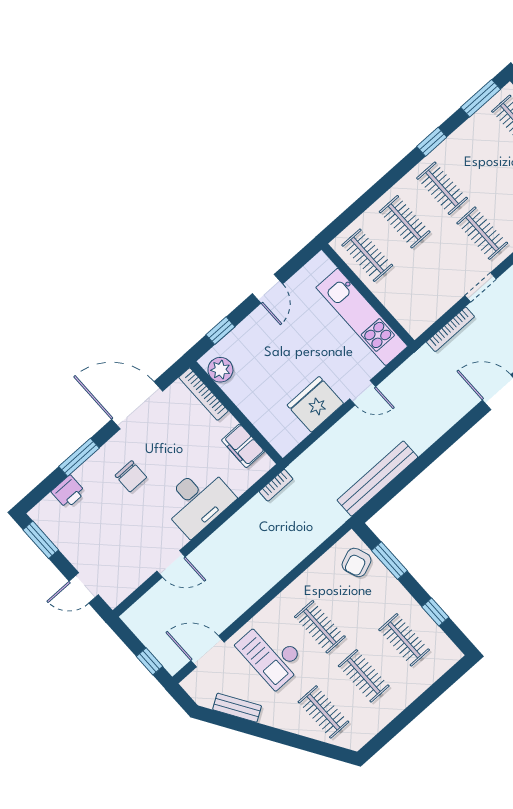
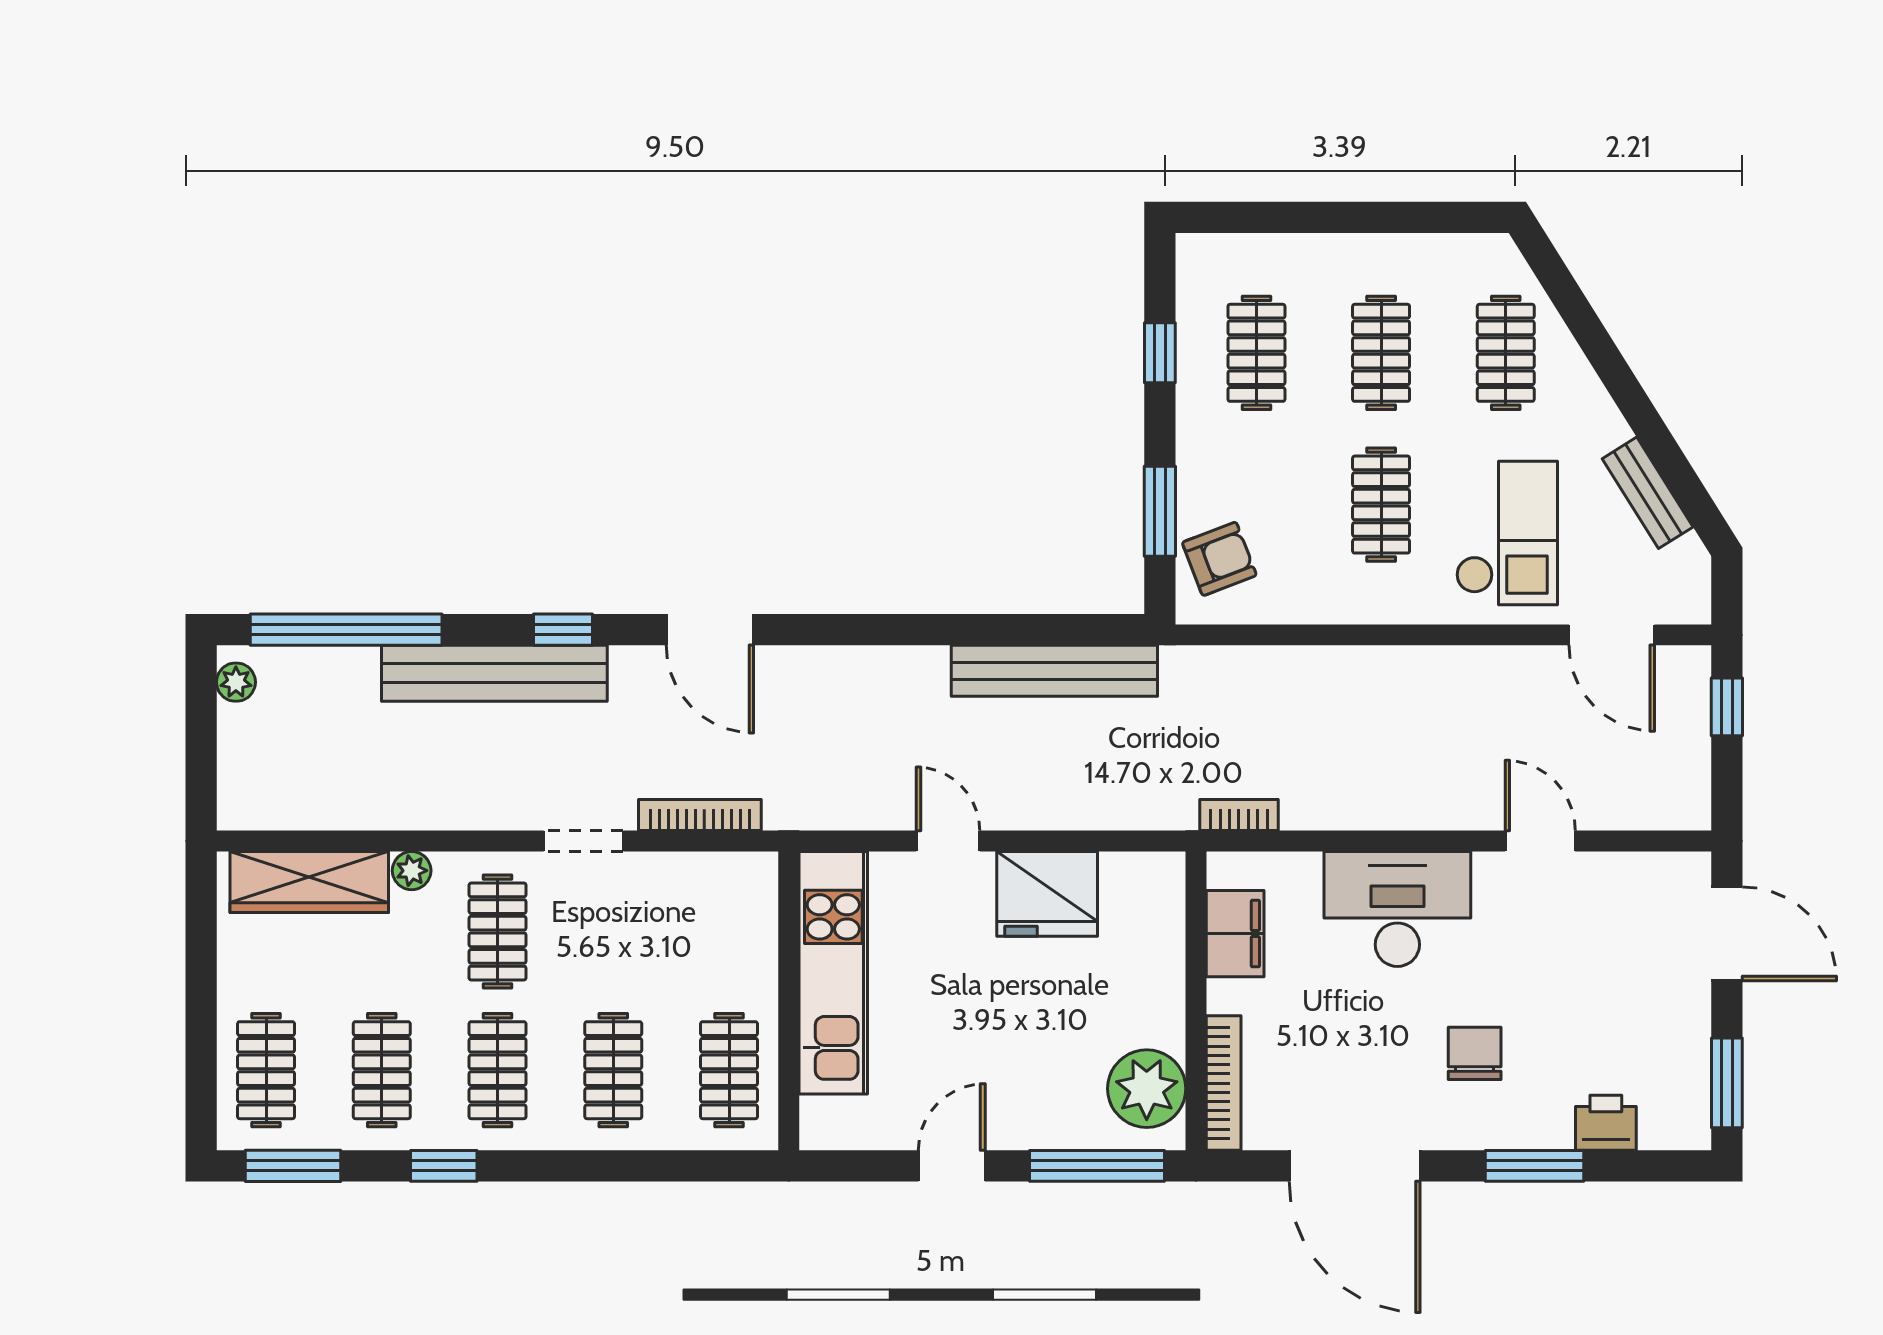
clothes rail: (480, 155) -> (382, 1070), added
window: (220, 331) -> (1097, 1166), width x2.17
plant: (220, 370) -> (1147, 1089), width x1.36, depth x1.36
door: (84, 588) -> (1727, 934), width x1.37

